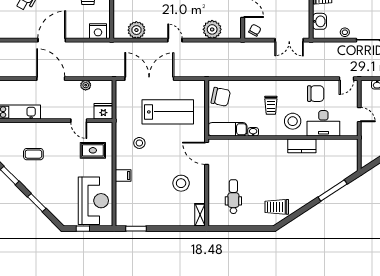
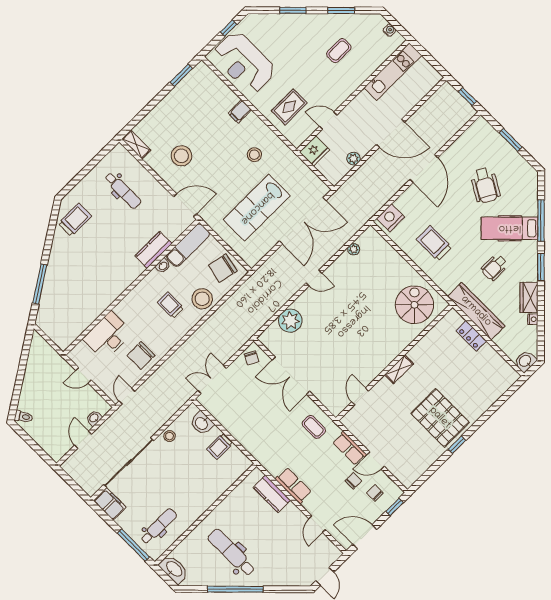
plant: (136, 30) -> (354, 249), width x0.53, depth x0.53
stool: (293, 121) -> (202, 299), moved
kitchen counter: (302, 146) -> (154, 250), moved

